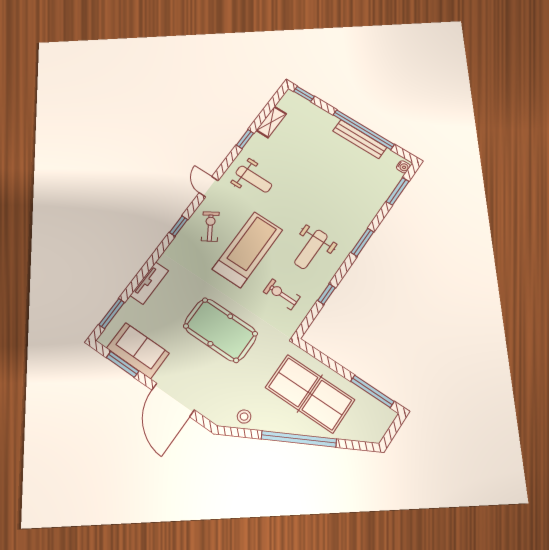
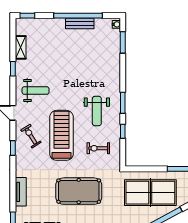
bench: (360, 139) -> (80, 23), width x0.73
window: (362, 242) -> (123, 103), moved

